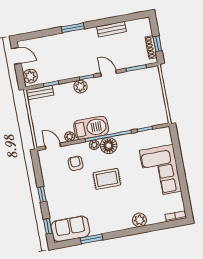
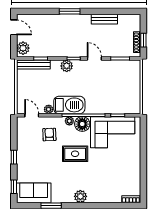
bench: (40, 93) -> (33, 65), width x1.36
corner sofa: (160, 171) -> (113, 132), moved, turned -90
plant: (139, 220) -> (80, 196), moved

